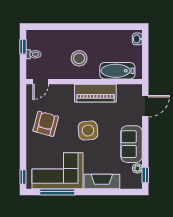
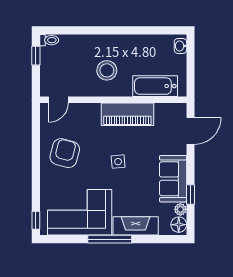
toilet: (33, 54) -> (49, 40), moved
side table: (88, 131) -> (118, 162), width x0.54, depth x0.54
window: (145, 175) -> (190, 194), moved
floor lamp: (136, 180) -> (179, 225), added
window: (57, 192) -> (110, 239), moved

